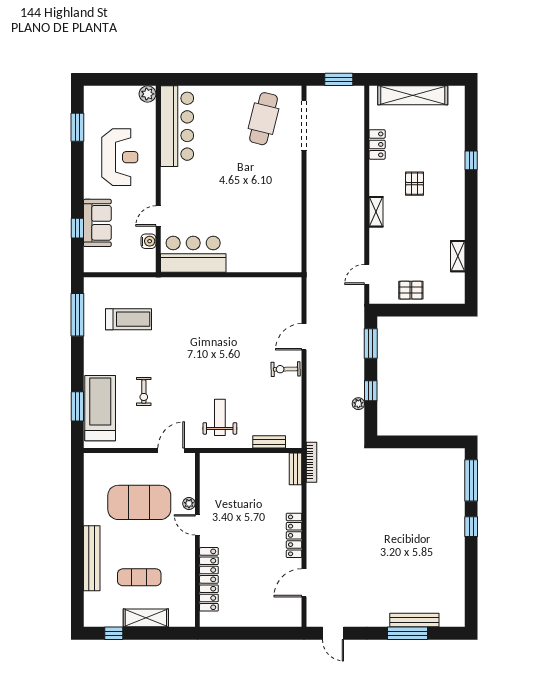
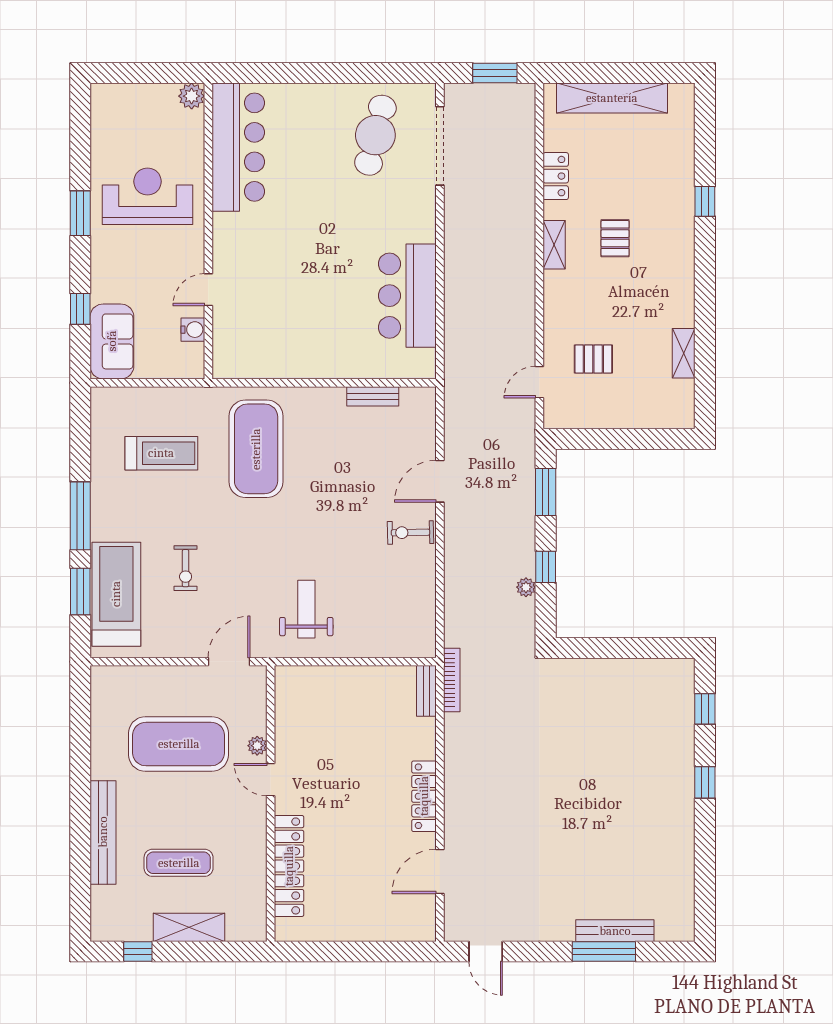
window: (77, 127) -> (80, 213), moved
reception desk: (120, 157) -> (148, 196), turned -90
shelving: (376, 212) -> (554, 245), moved
sofa: (97, 223) -> (112, 341), moved
bar counter: (193, 254) -> (407, 296), moved, turned -90
pallet: (411, 290) -> (593, 359), moved
window: (77, 315) -> (80, 516), moved
exercise mat: (188, 316) -> (256, 449), added
bench: (269, 442) -> (373, 396), moved
window: (471, 480) -> (705, 709), width x0.46

